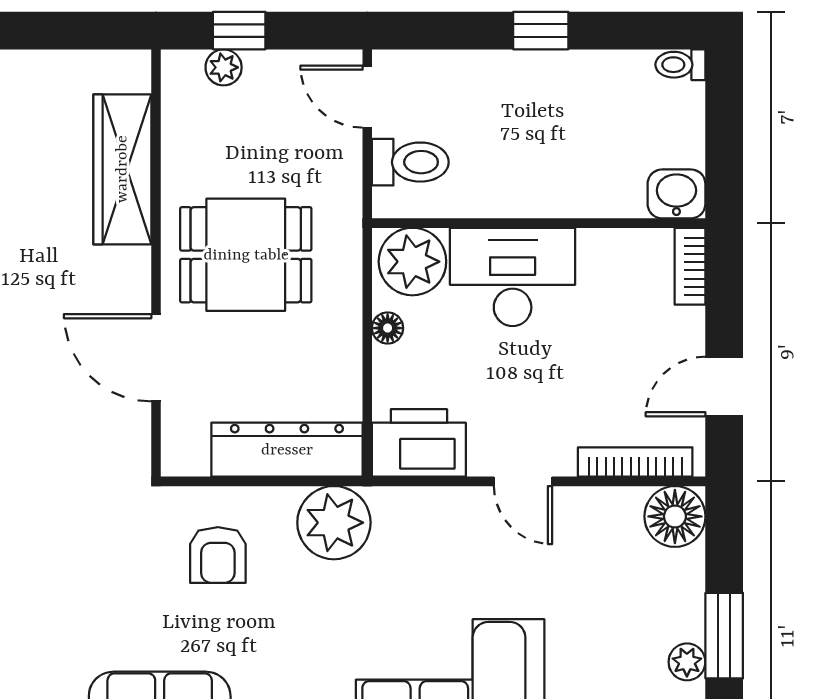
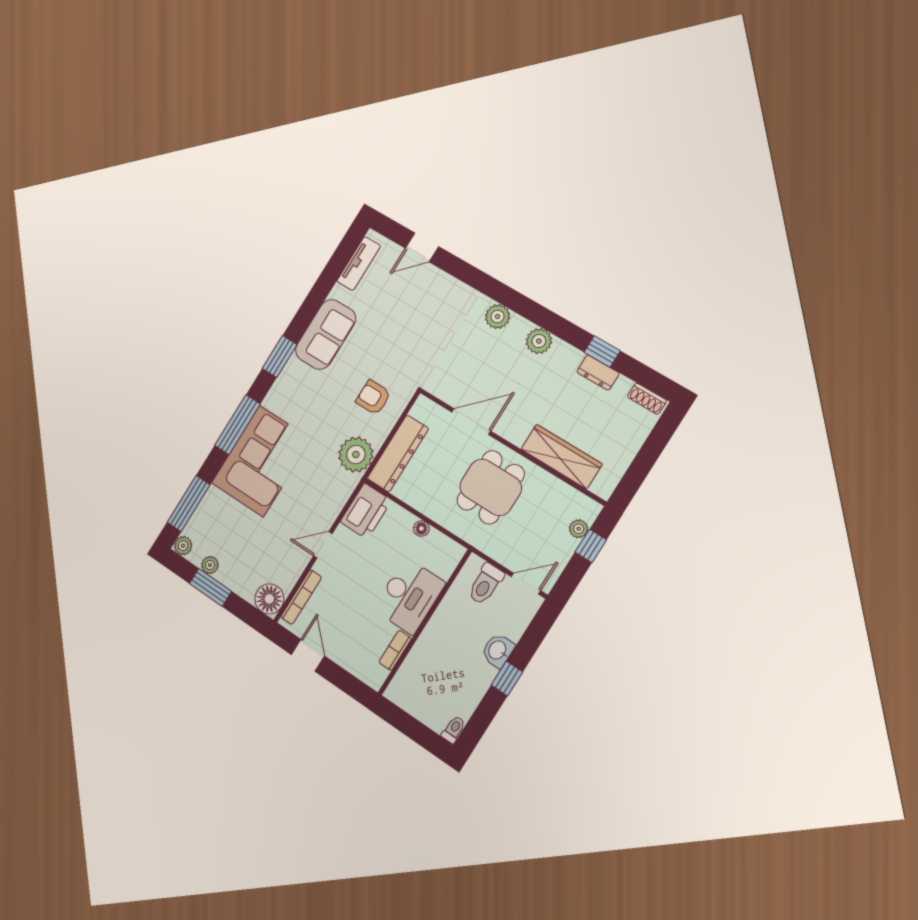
washbasin: (676, 194) -> (498, 650), moved, turned 180
plant: (412, 262) -> (443, 557), removed
bookcase: (690, 266) -> (395, 650), moved, turned -90

